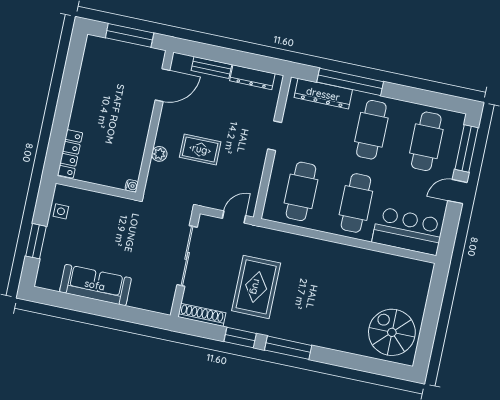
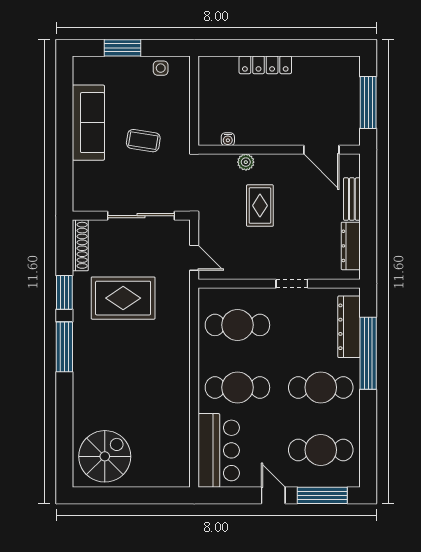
locker: (70, 154) -> (265, 65), moved
water cooler: (132, 186) -> (228, 139), moved
coffee table: (121, 240) -> (143, 141), added

